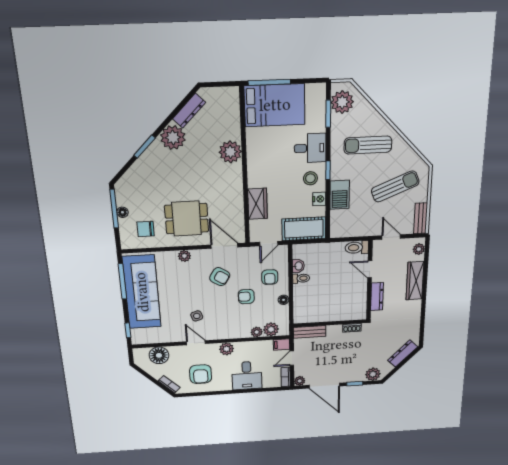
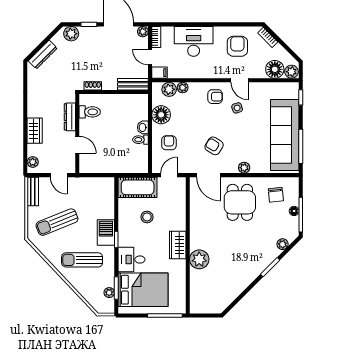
plant: (342, 102) -> (109, 293), width x0.53, depth x0.53
bed: (275, 105) -> (143, 290), moved, turned 180
dresser: (189, 111) -> (231, 295), removed
plant: (173, 137) -> (283, 244), moved, width x0.53, depth x0.53
sun lounger: (368, 145) -> (82, 260), turned 180
stool: (310, 178) -> (147, 217), moved
barbecue: (340, 195) -> (106, 233), moved
nightstand: (319, 199) -> (124, 214), removed
wardrobe: (258, 204) -> (178, 245), moved
dining table: (187, 219) -> (240, 202), turned 90
chair: (146, 229) -> (276, 195), turned 84
toilet: (357, 247) -> (90, 112), moved
washbasin: (298, 266) -> (143, 127), moved
wardrobe: (415, 281) -> (35, 131), width x0.67
armchair: (246, 297) -> (215, 97), moved
floor lamp: (284, 300) -> (161, 115), width x1.89, depth x1.89
plant: (227, 349) -> (291, 72), moved
door: (292, 358) -> (150, 57), swing flipped
desk: (247, 376) -> (194, 41), width x1.37

